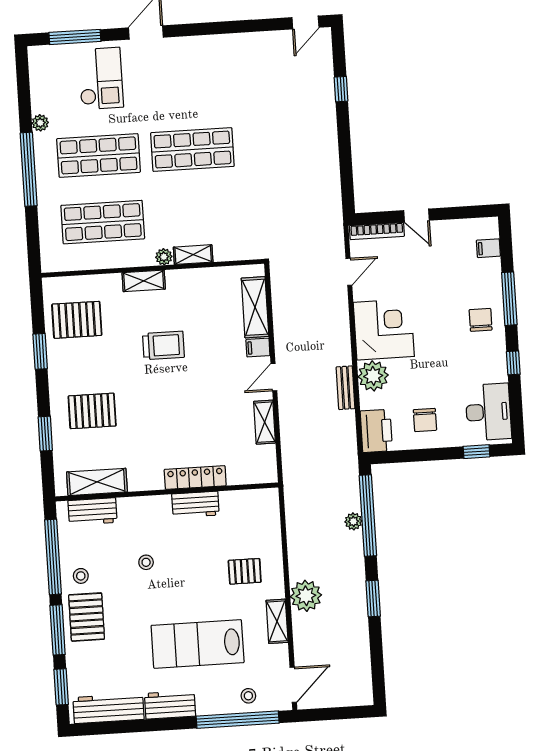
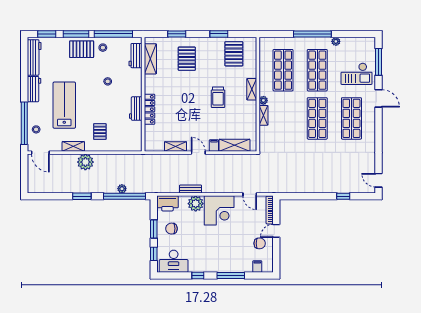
shop shelf: (188, 83) -> (351, 118), added
chair: (481, 320) -> (260, 243), moved
window: (428, 455) -> (154, 229), added

